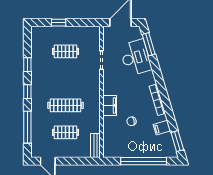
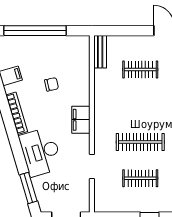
desk: (136, 58) -> (41, 152), moved
clothes rail: (65, 105) -> (140, 142), moved
filing cabinet: (110, 106) -> (81, 120), moved

